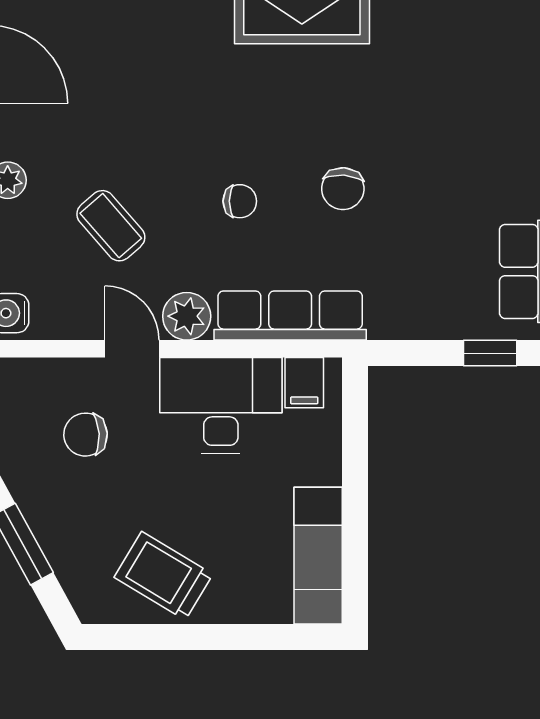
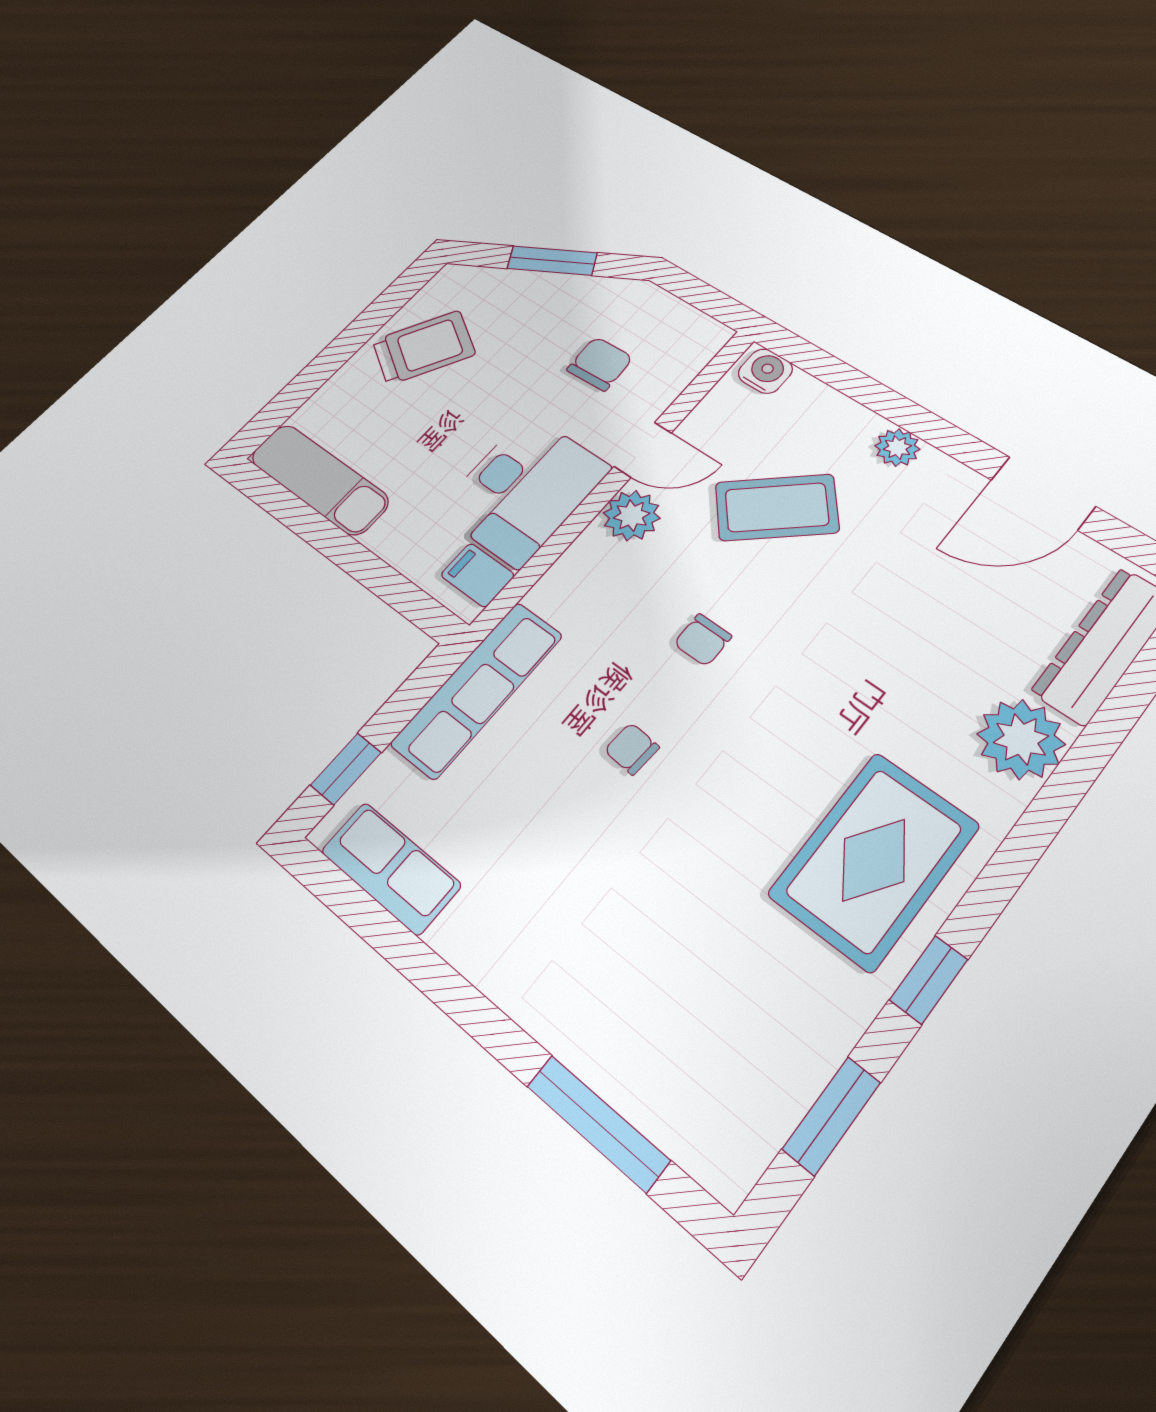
chair: (343, 189) -> (632, 749), width x0.73, depth x0.73
coffee table: (111, 226) -> (777, 507), width x1.36, depth x1.30
row of seats: (290, 315) -> (477, 689), moved

